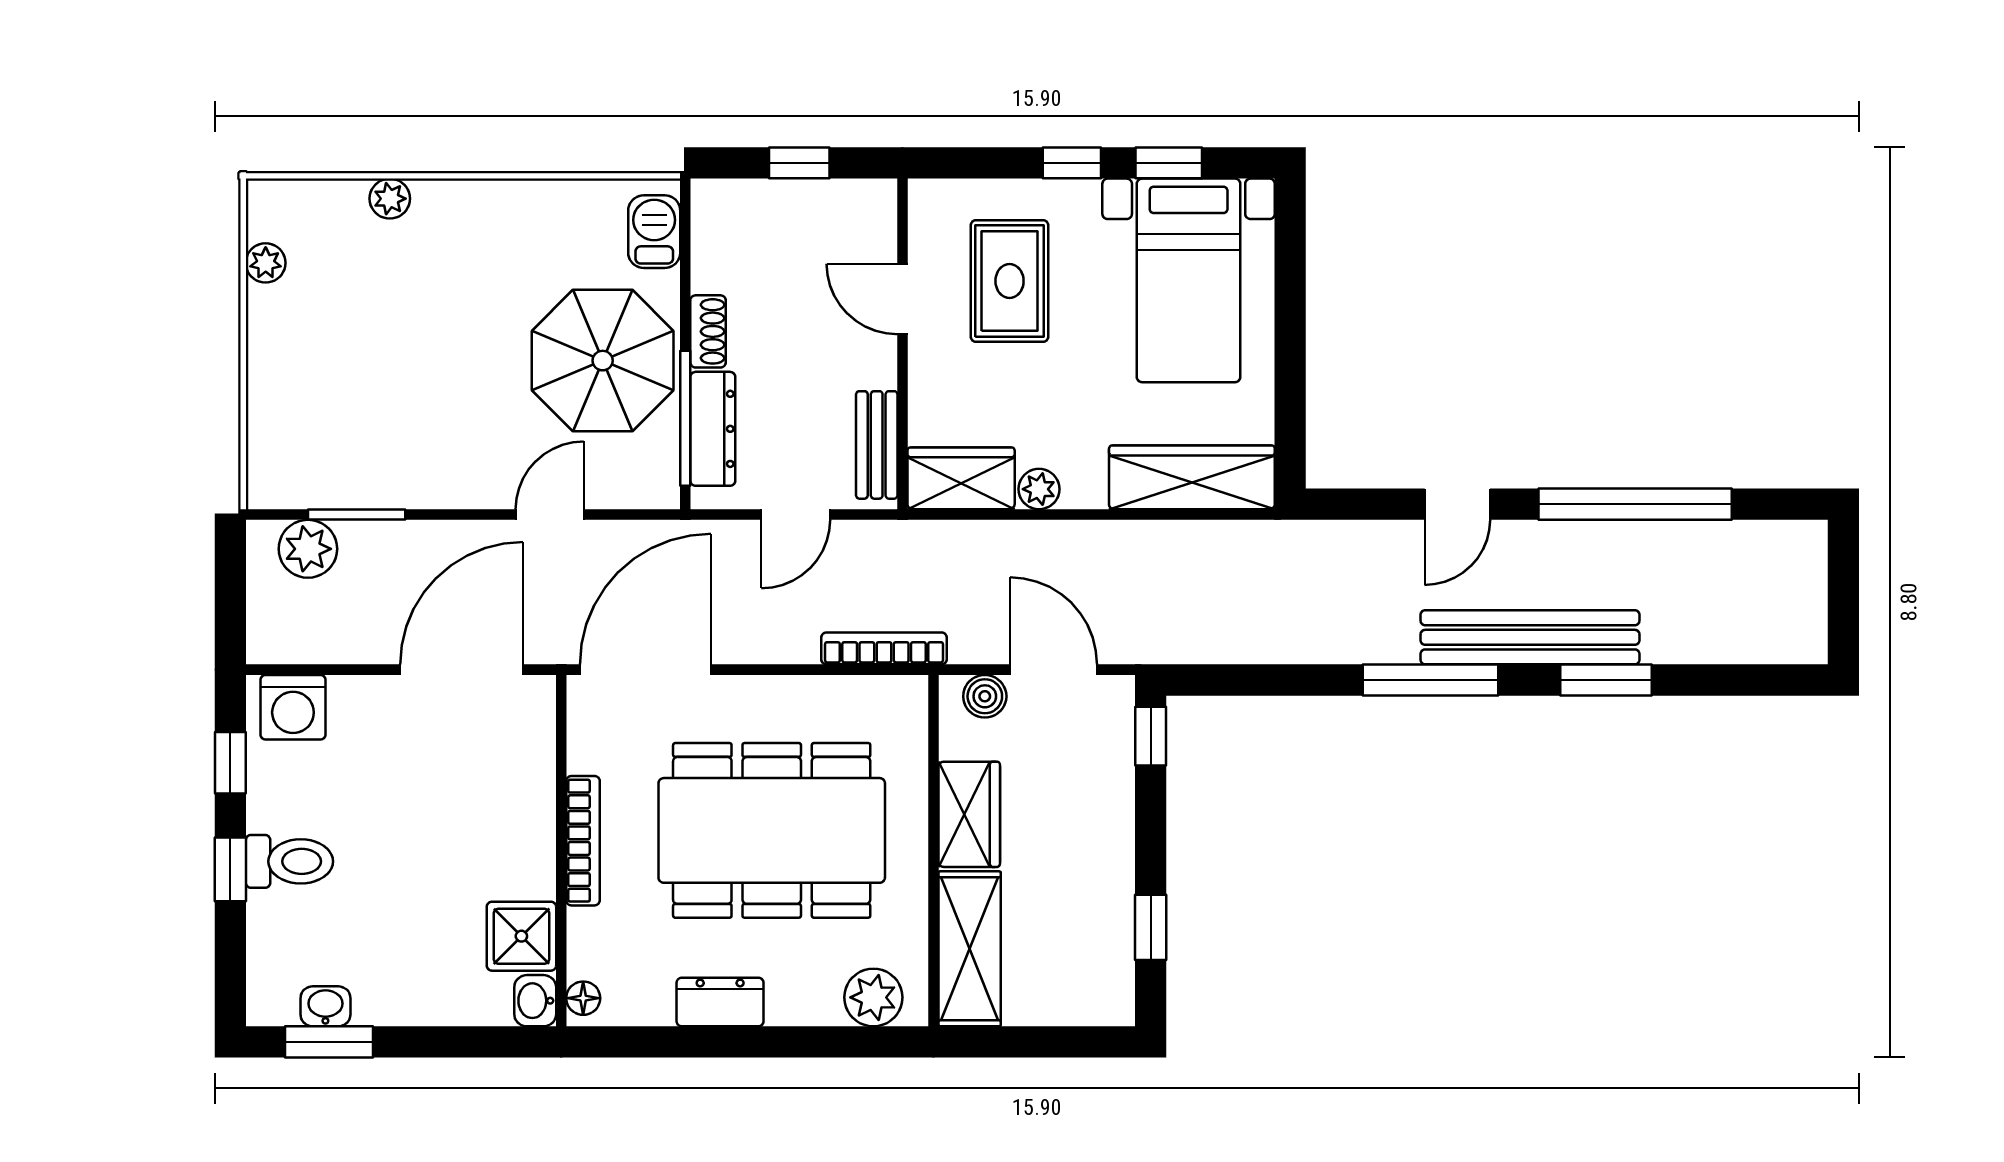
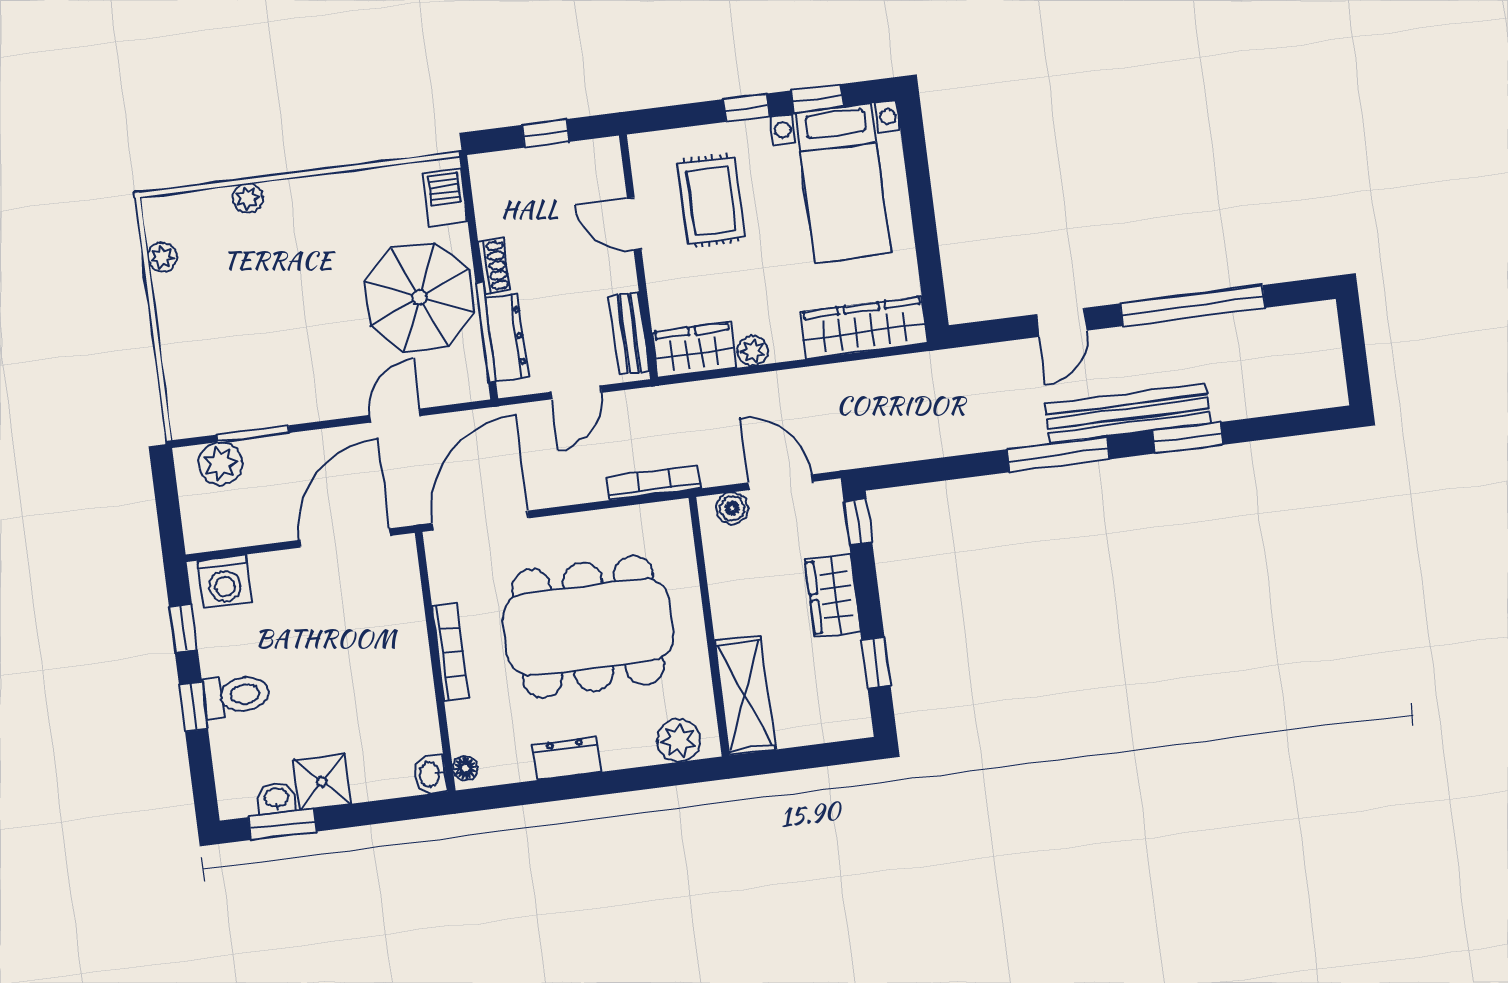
wardrobe: (969, 814) -> (833, 595), moved, turned 180
shower: (521, 936) -> (322, 782), moved

